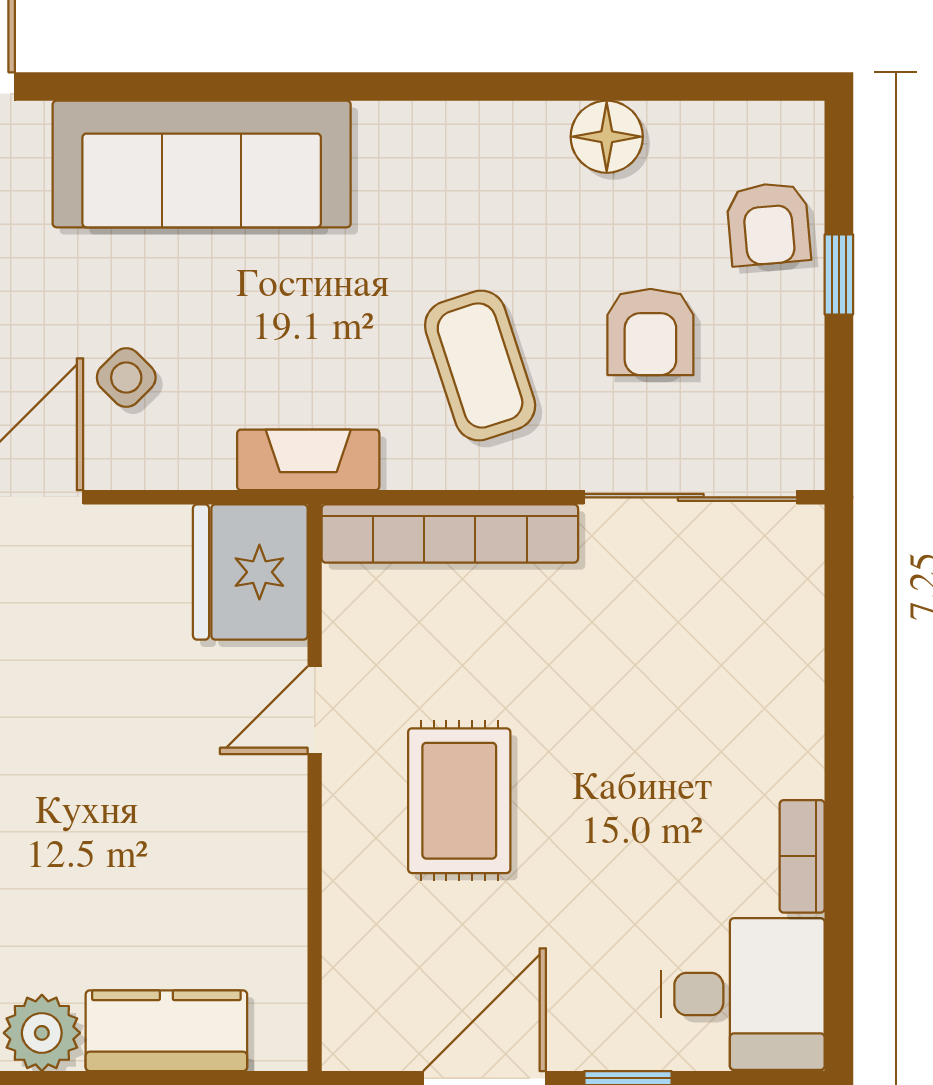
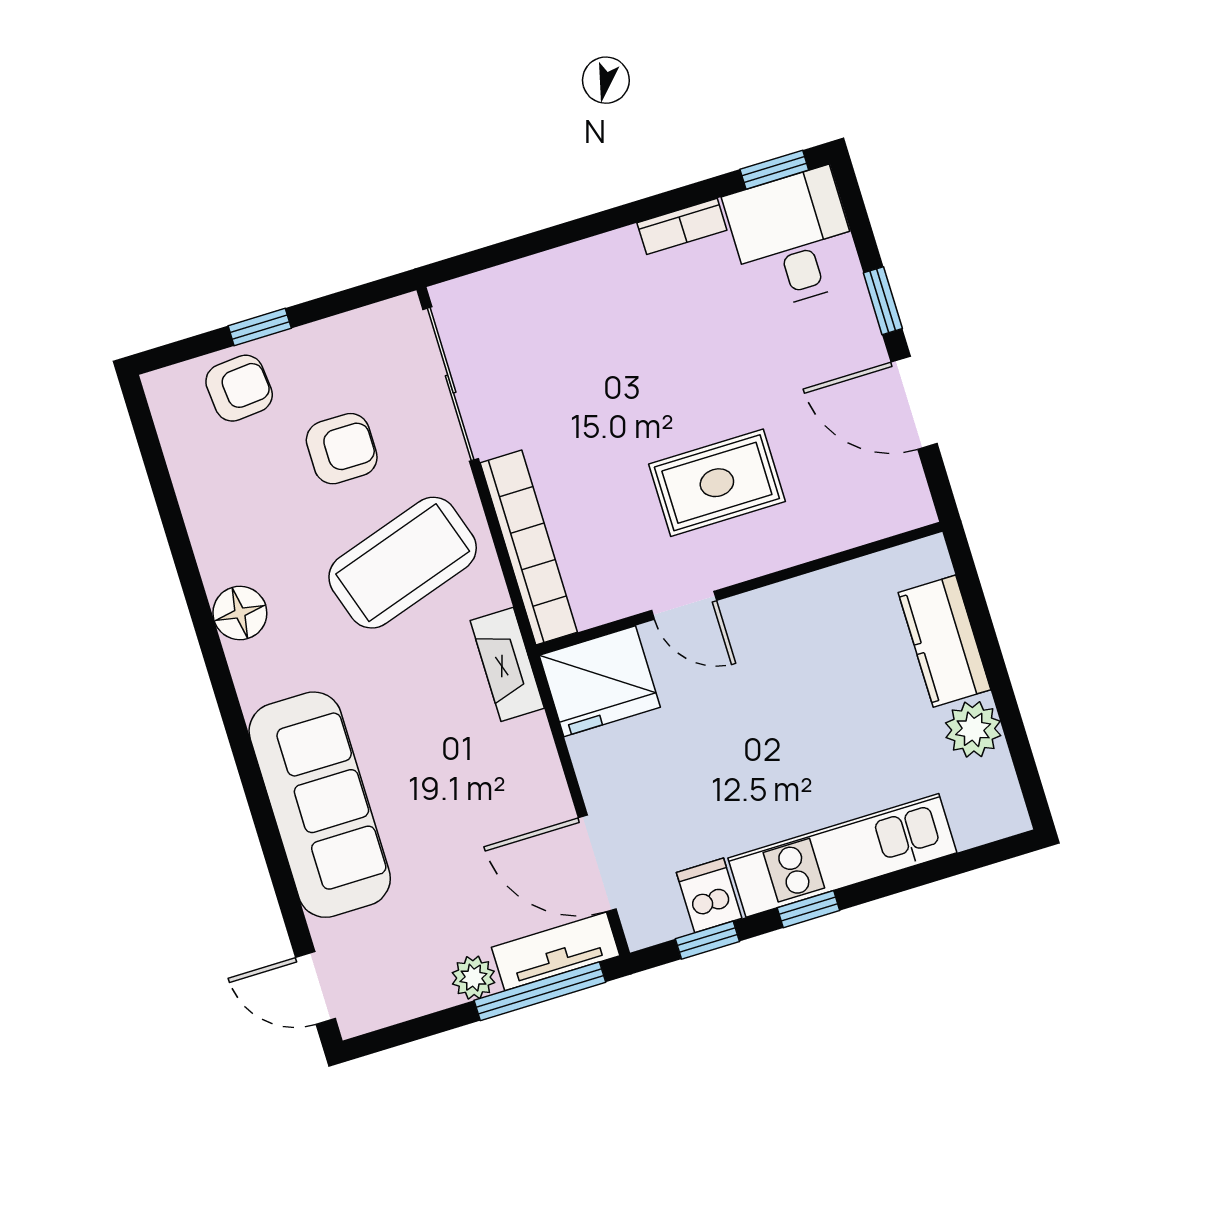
floor lamp: (607, 137) -> (240, 613), moved
coffee table: (480, 365) -> (403, 563), width x1.36, depth x1.32
side table: (126, 378) -> (488, 812), removed
window: (839, 997) -> (774, 170), added

